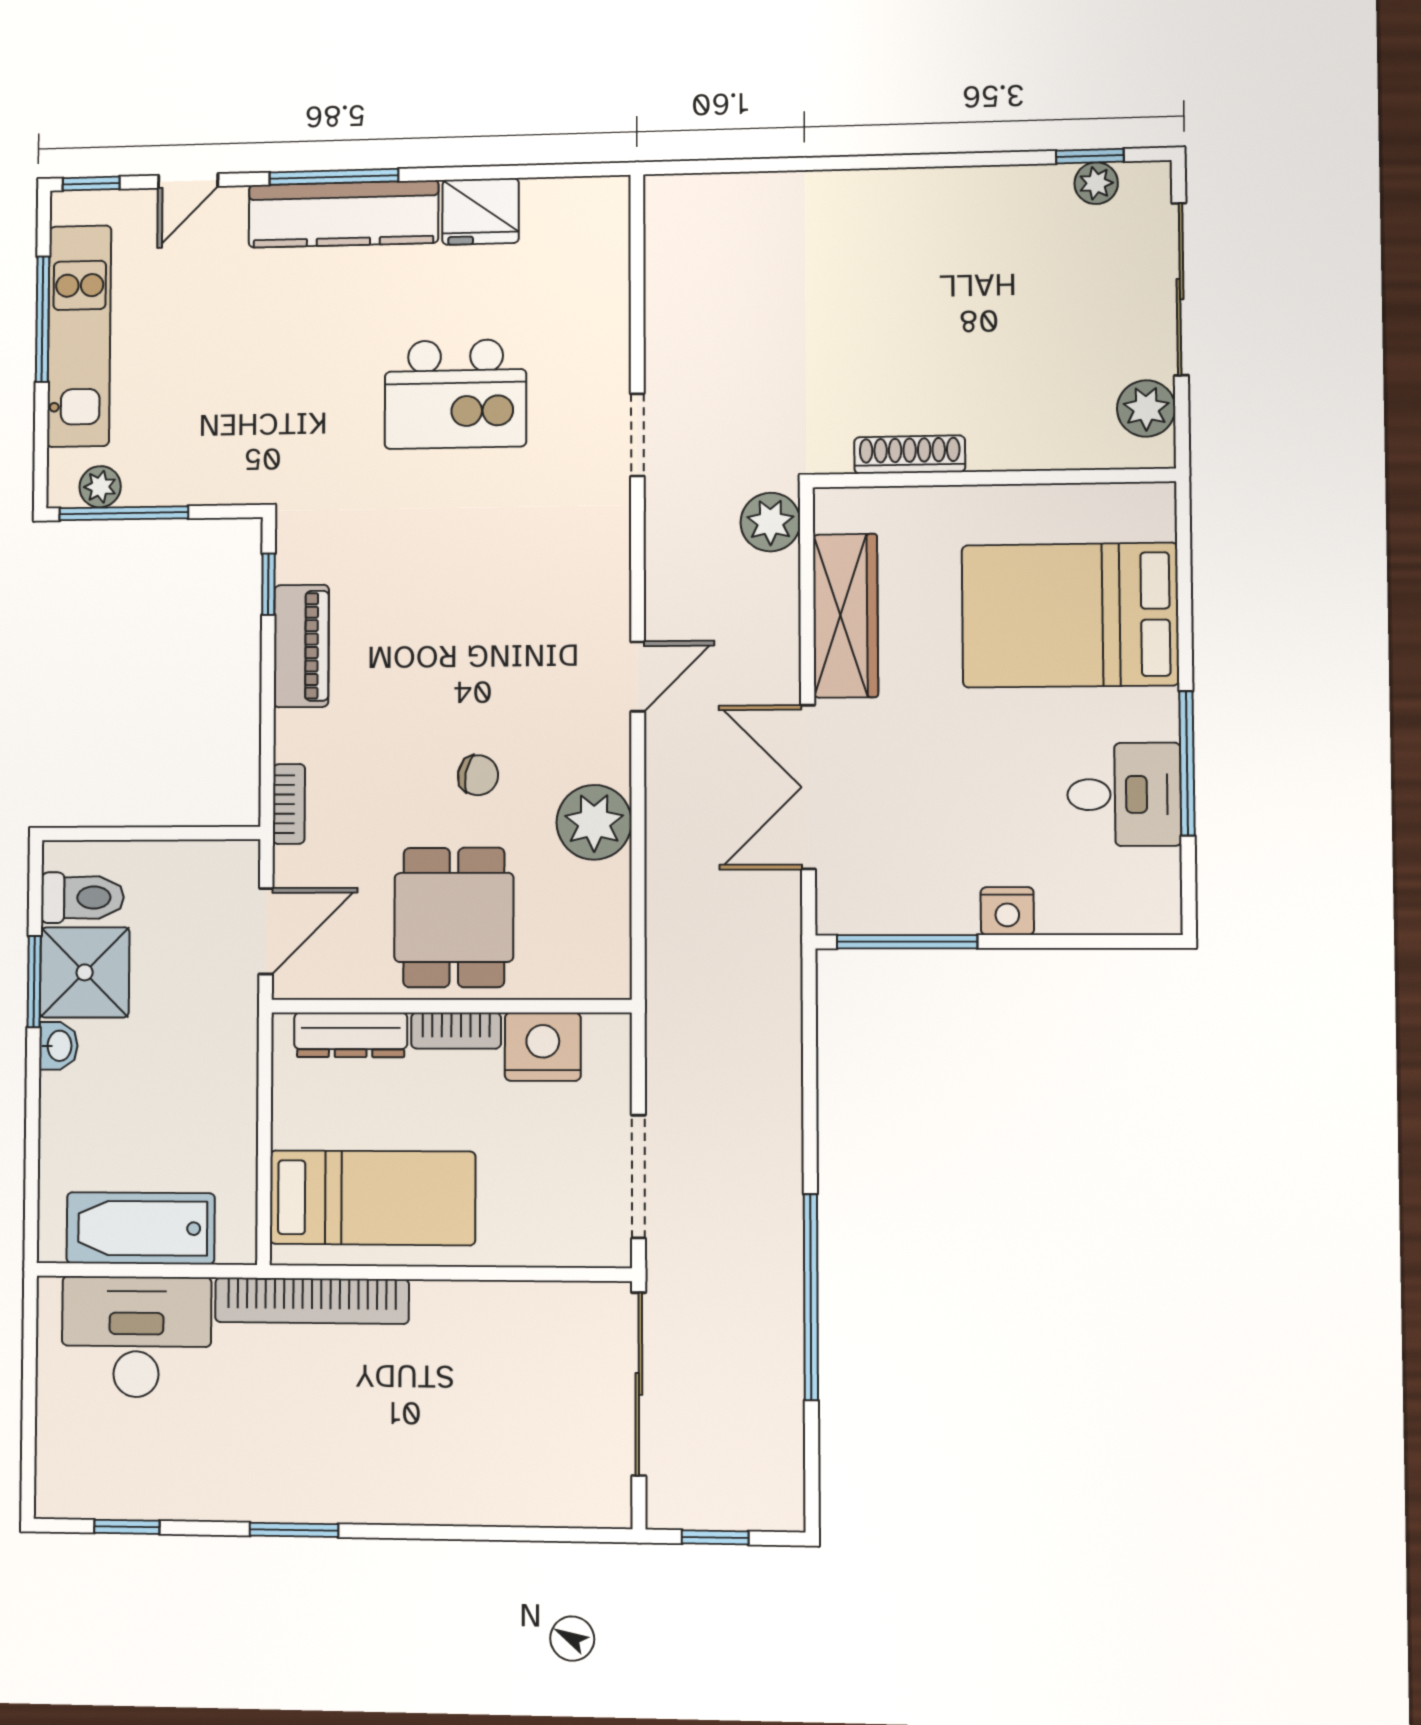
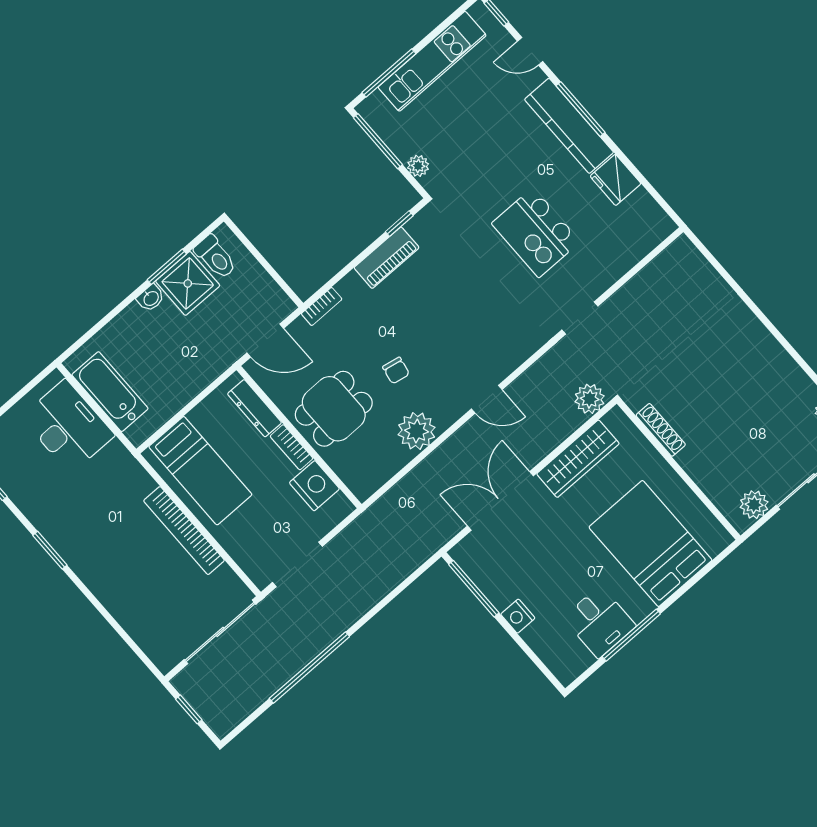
window: (43, 319) -> (389, 73), moved
plant: (100, 487) -> (418, 166), moved
bookcase: (312, 1301) -> (184, 531), moved

